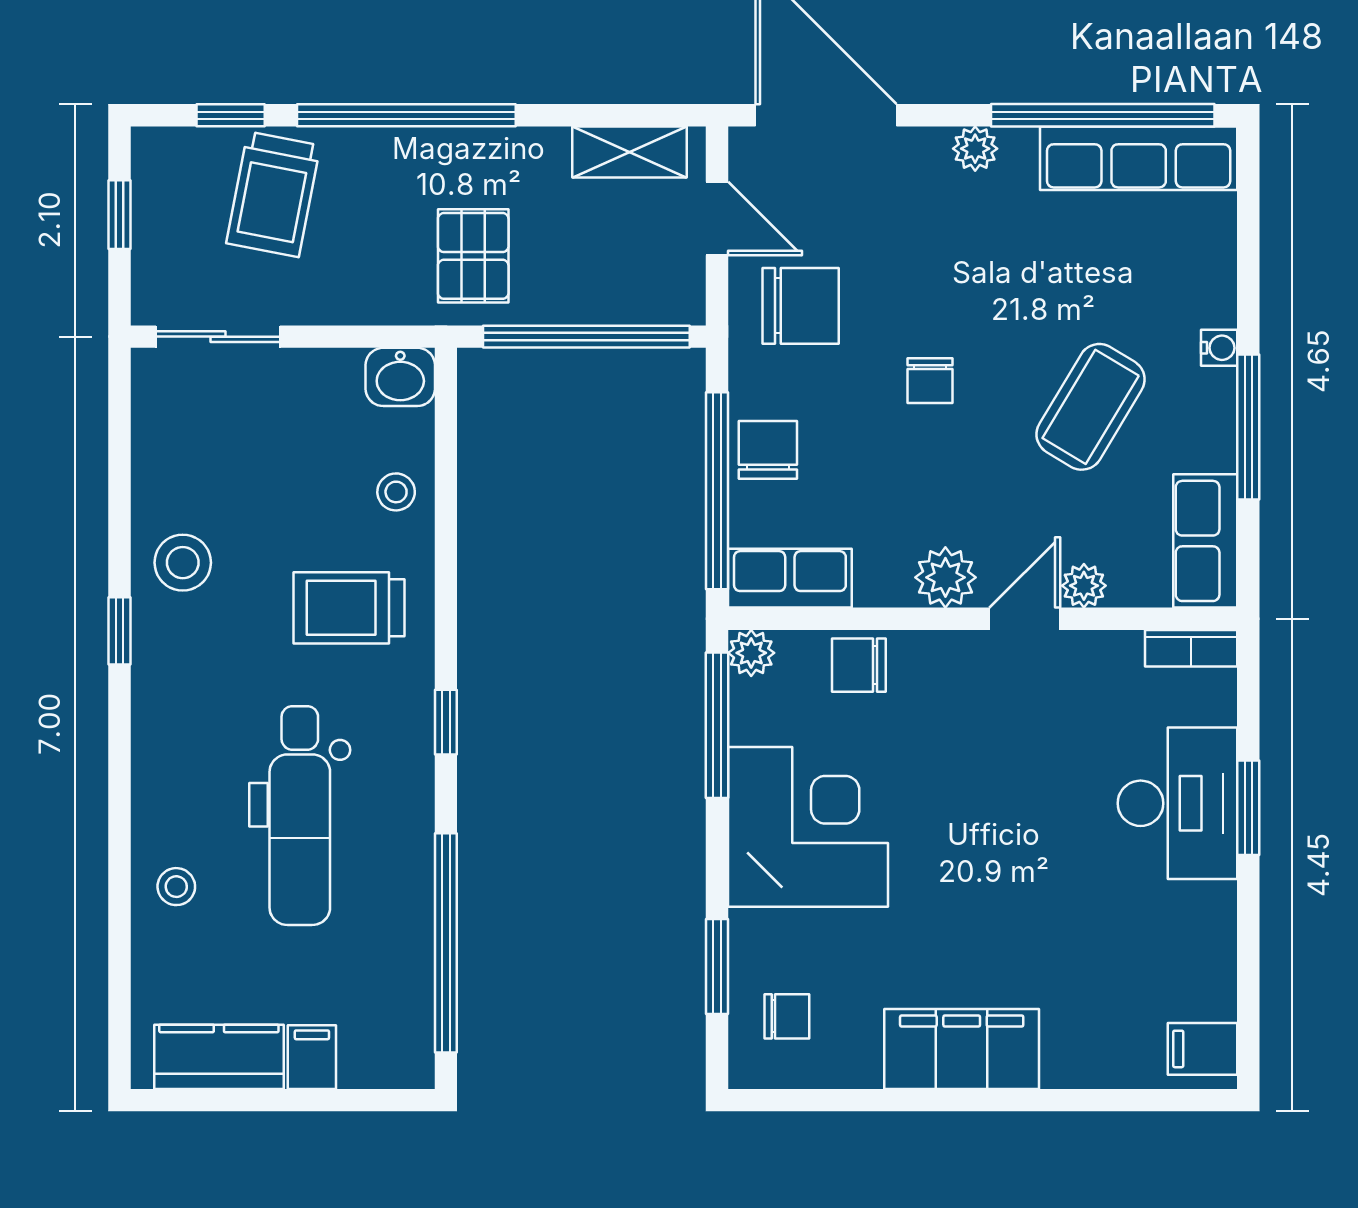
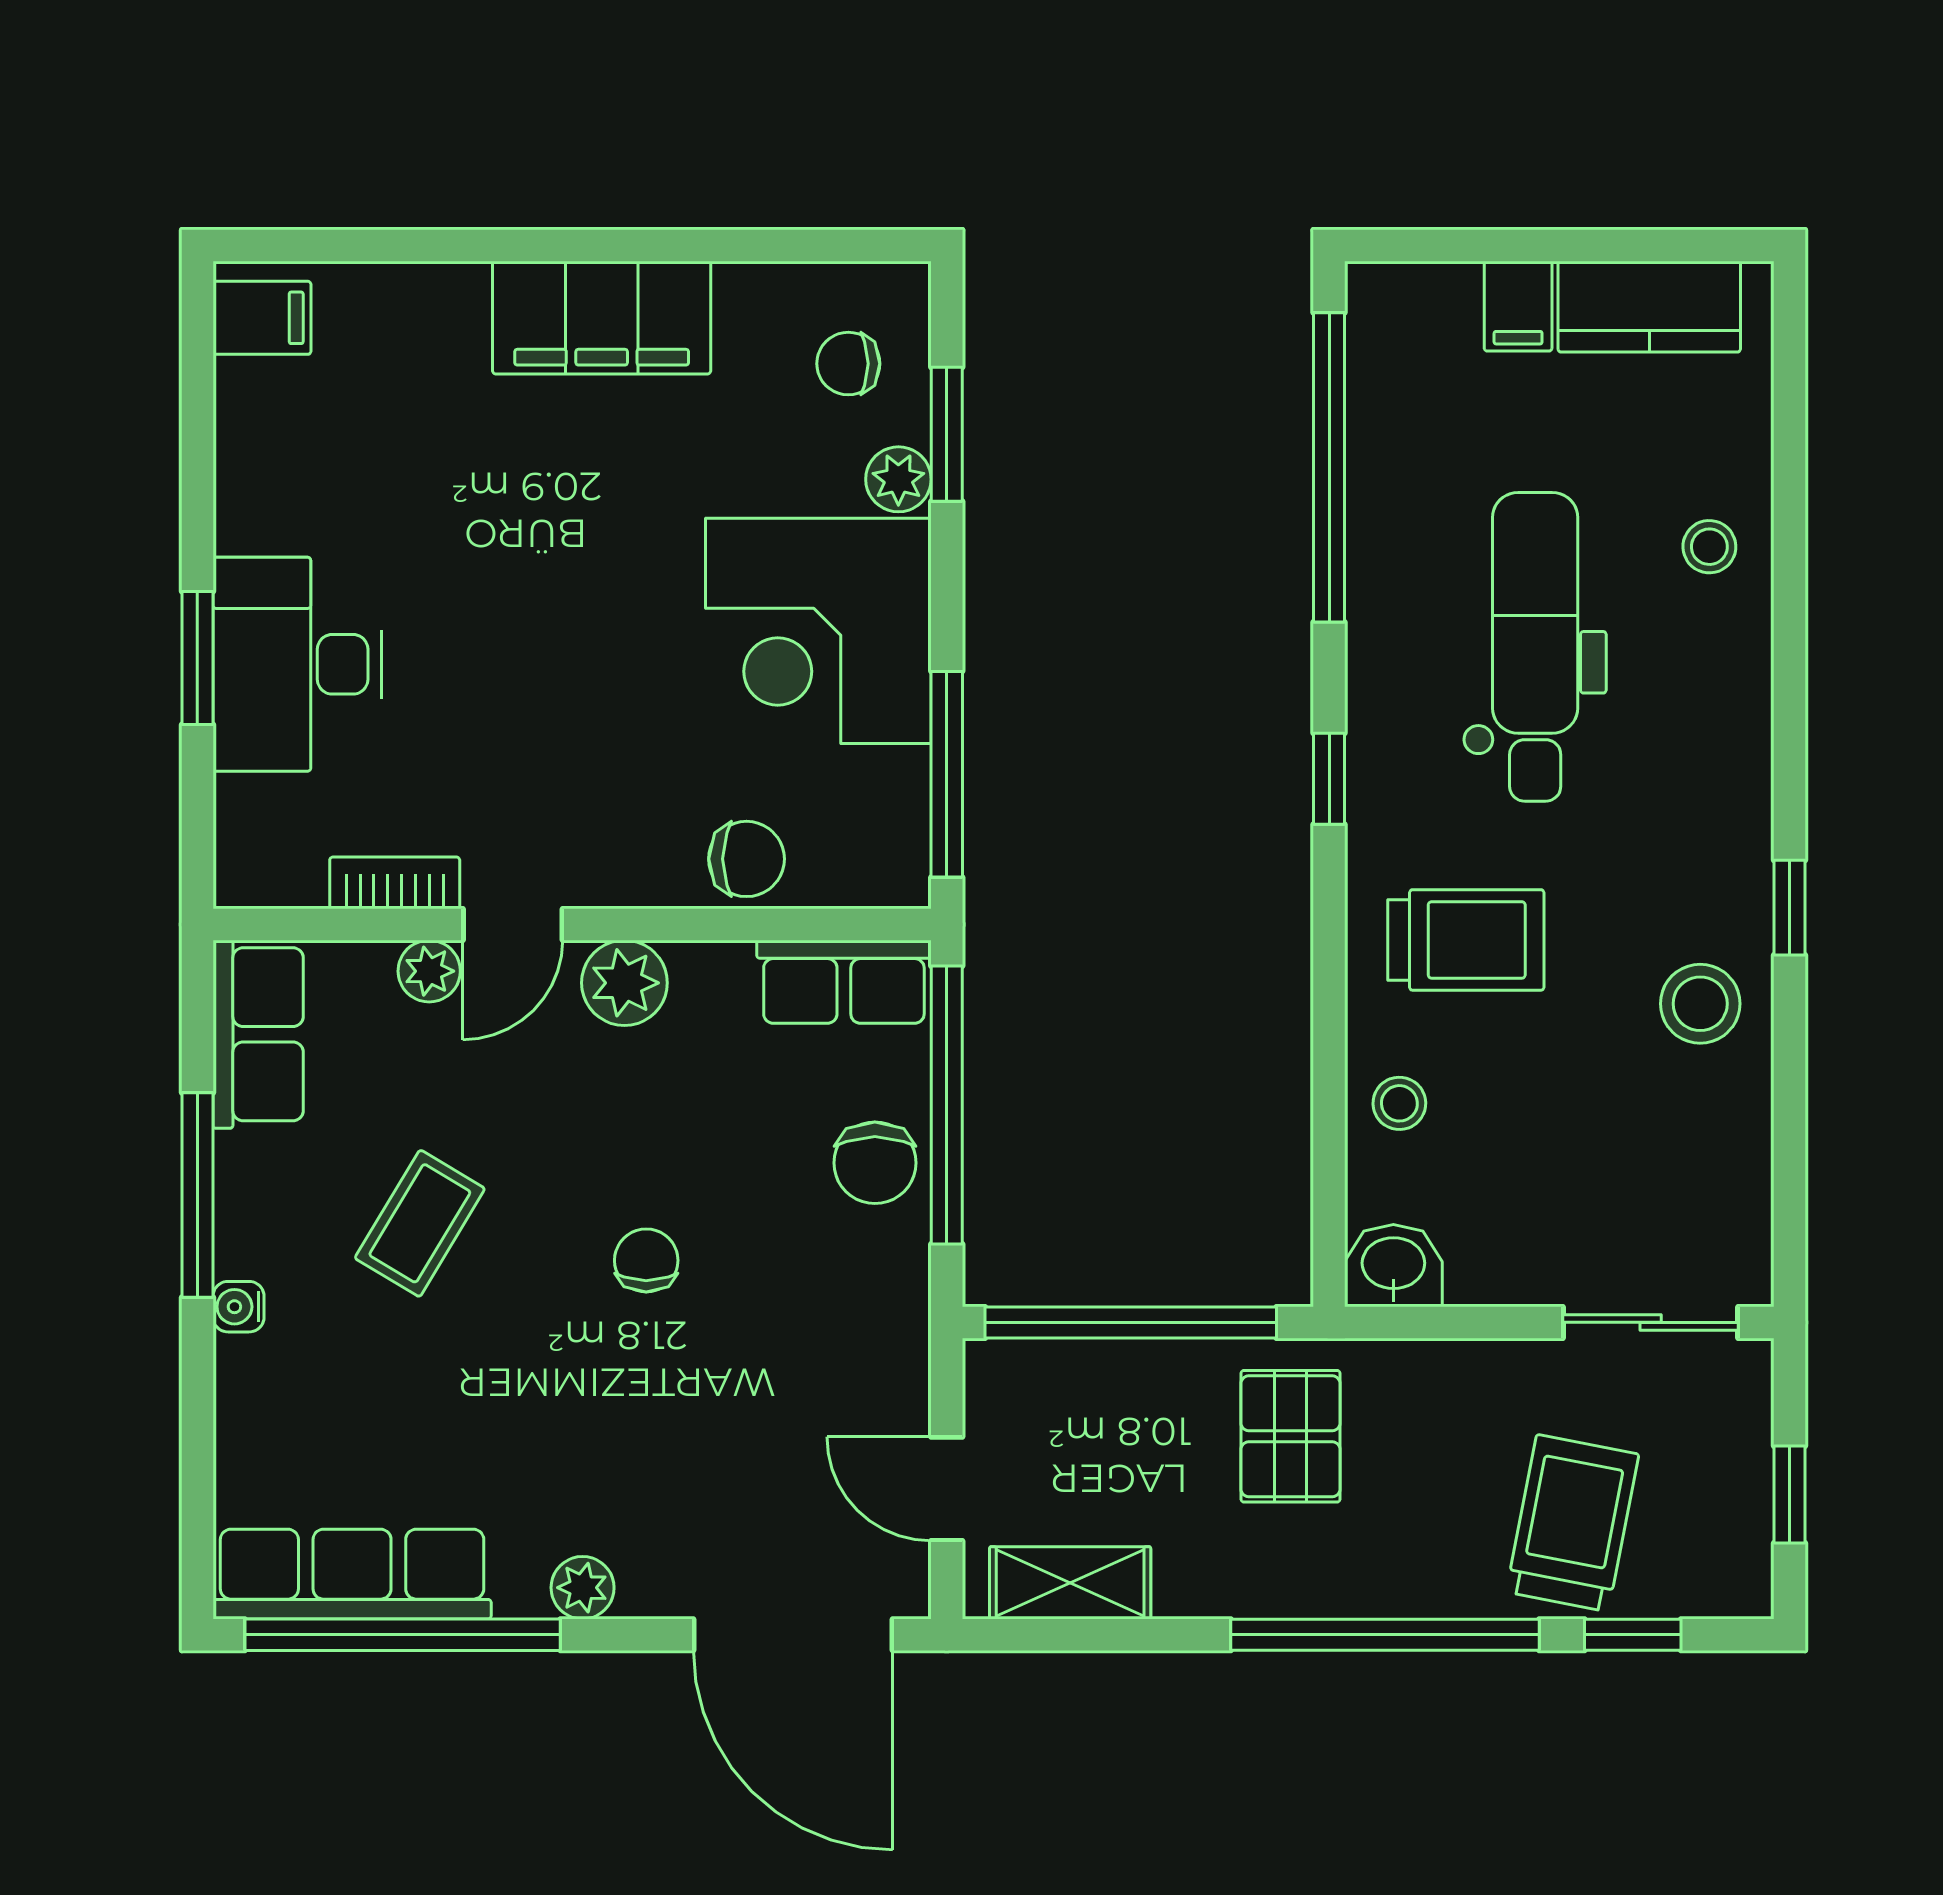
chair: (801, 306) -> (829, 1366), removed
coffee table: (1091, 407) -> (420, 1223), width x0.73, depth x0.77
bookcase: (1191, 648) -> (395, 883), moved
plant: (751, 653) -> (898, 479), moved

